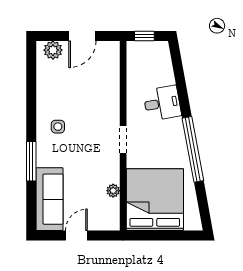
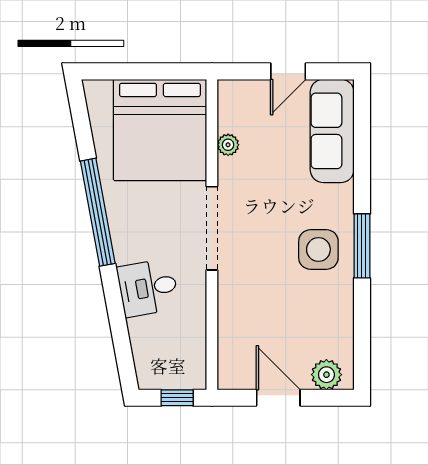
door: (82, 36) -> (278, 398), hinge flipped
side table: (58, 127) -> (318, 249), width x1.87, depth x1.87
doorway: (123, 140) -> (212, 228), width x1.88
window: (31, 161) -> (362, 246), moved

